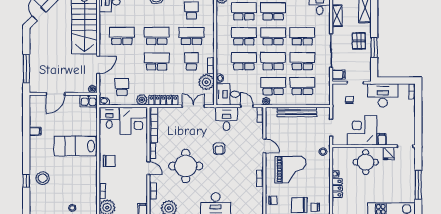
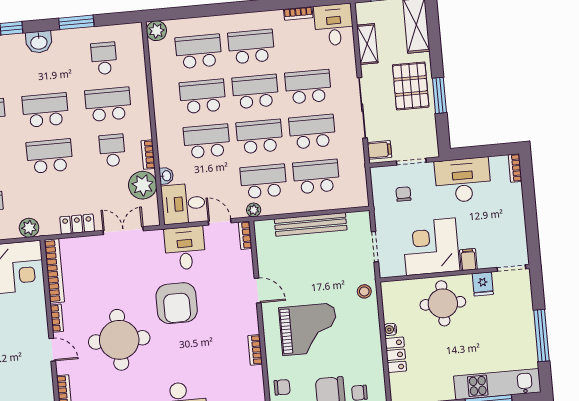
pallet: (359, 41) -> (411, 86), width x1.50, depth x1.42
locker: (163, 100) -> (77, 224), width x0.66
armchair: (219, 149) -> (177, 303), width x1.88, depth x1.88

